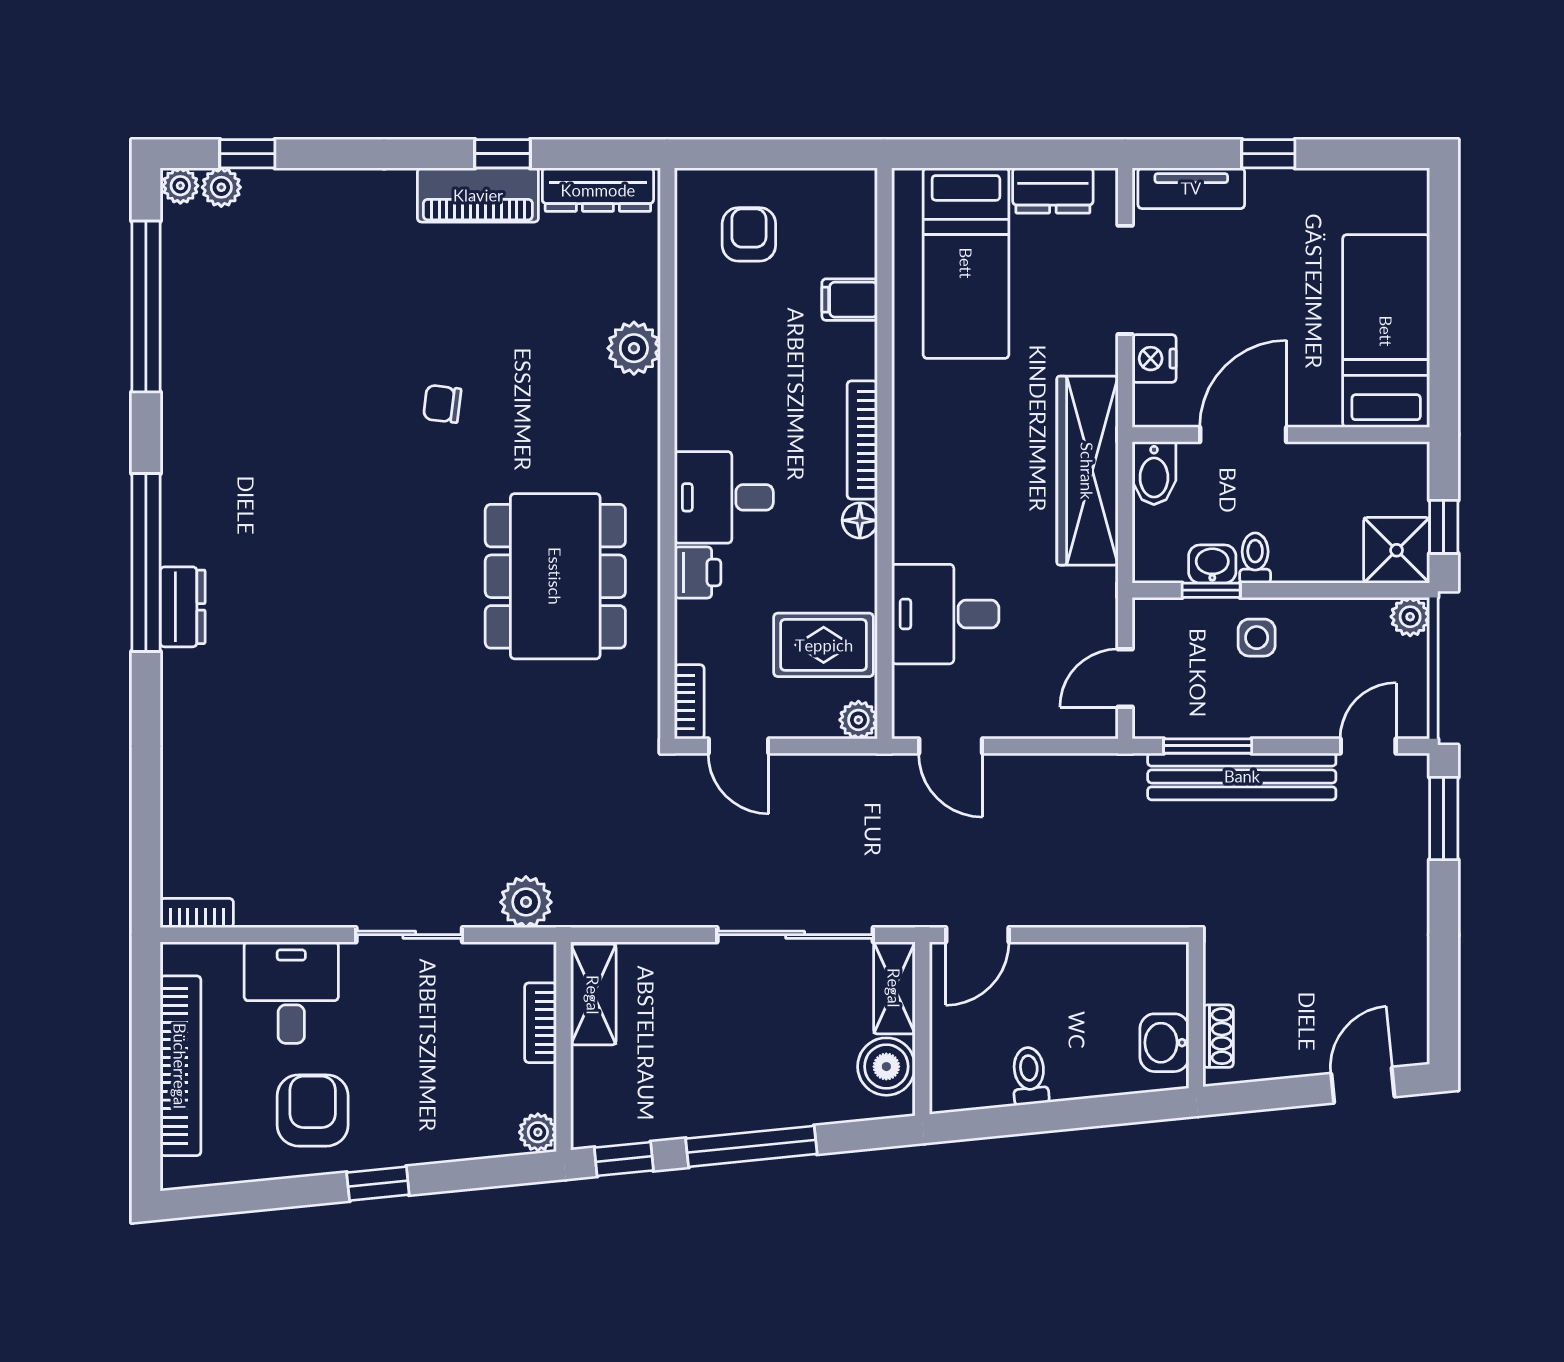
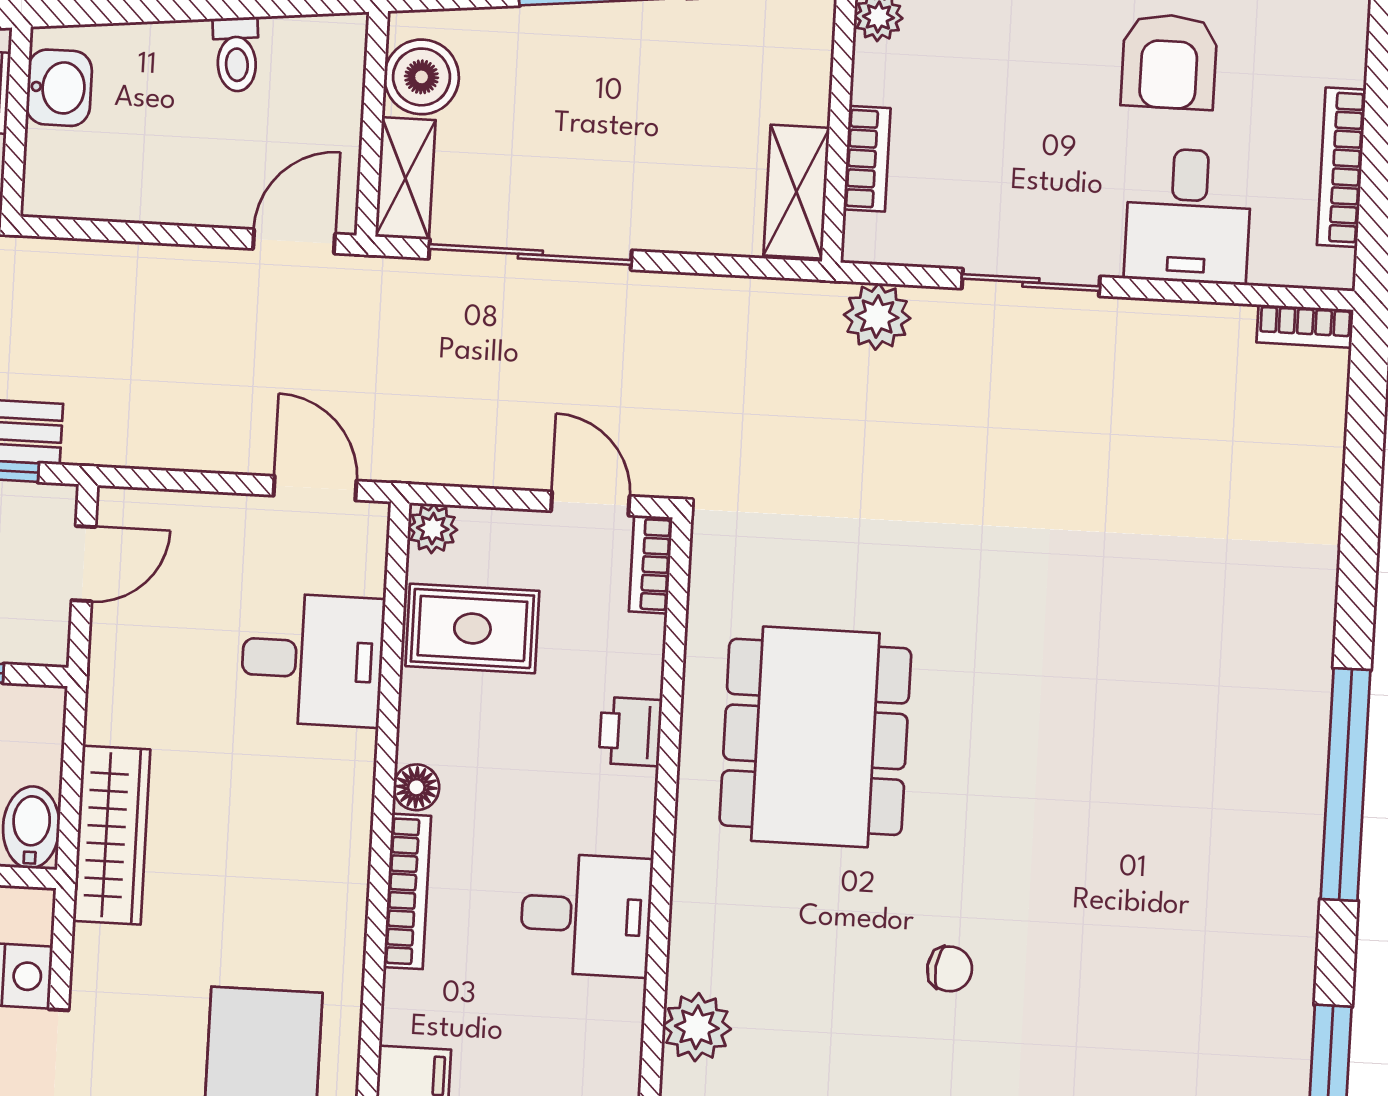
wardrobe: (1087, 471) -> (112, 835), width x0.71, depth x0.85
desk: (724, 497) -> (586, 915), moved
dresser: (183, 607) -> (1301, 724), removed
bookcase: (180, 1066) -> (1341, 167), width x0.68, depth x0.76

